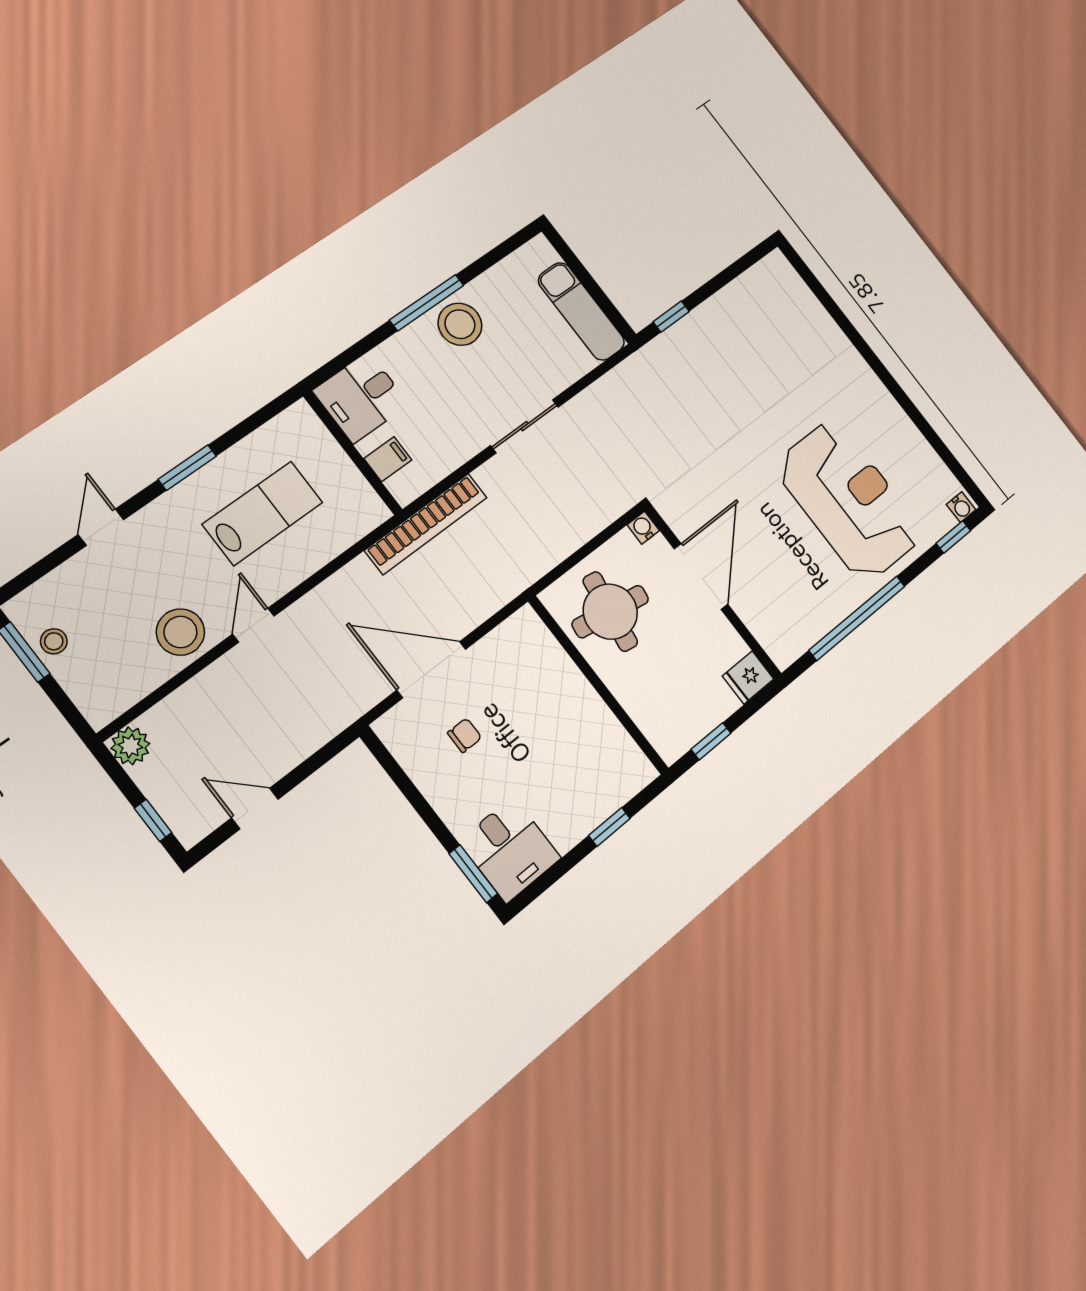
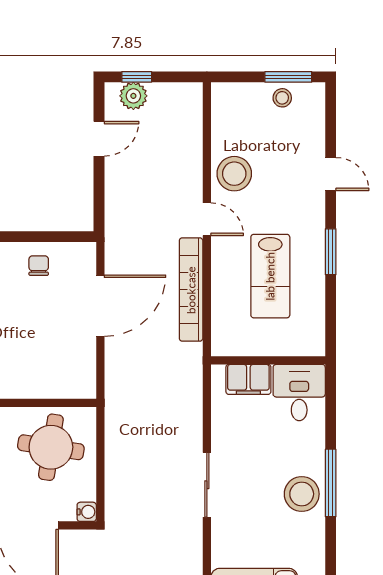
filing cabinet: (388, 459) -> (248, 379), width x2.00
bookcase: (426, 524) -> (191, 290), moved
chair: (465, 735) -> (39, 266), moved, turned 180
plant: (130, 746) -> (133, 96), moved

